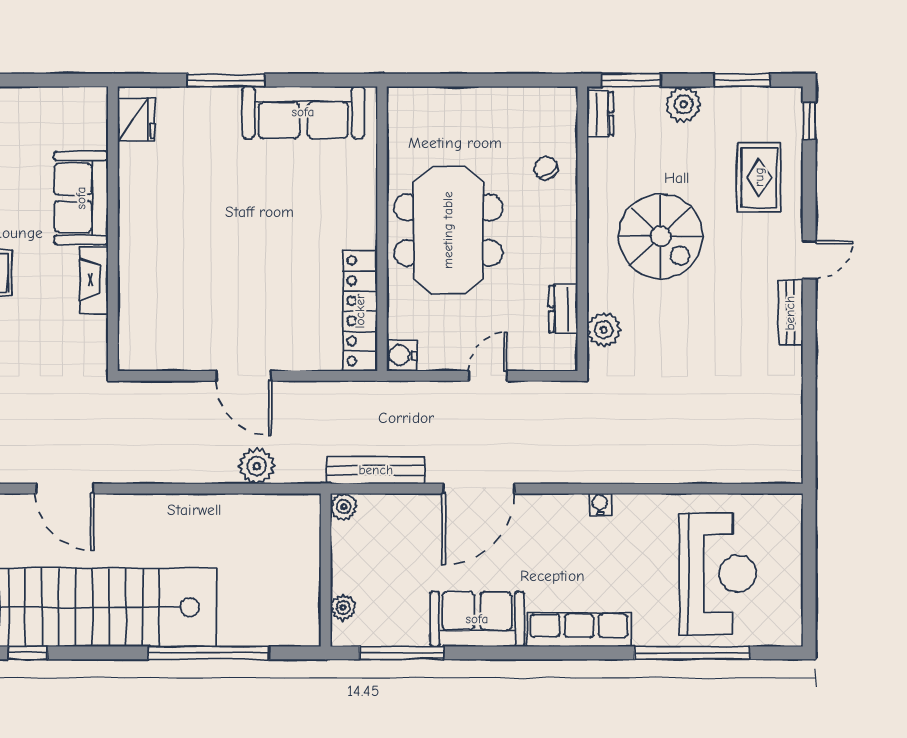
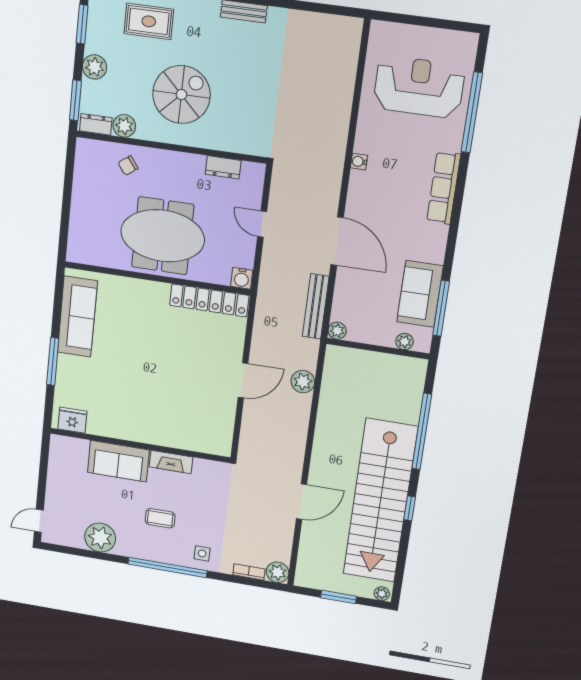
plant: (604, 330) -> (124, 126), moved
sofa: (477, 619) -> (420, 294), moved
window: (28, 653) -> (410, 508), moved

